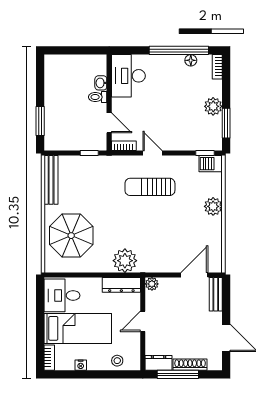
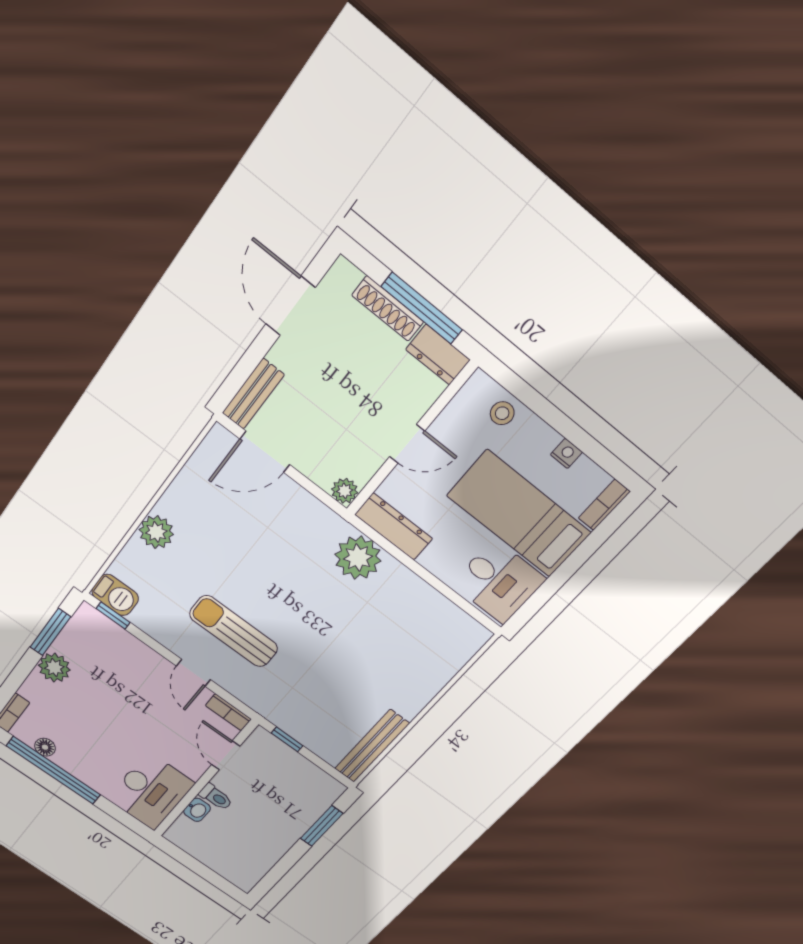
sun lounger: (150, 187) -> (234, 631), turned 180
parasol: (71, 236) -> (408, 654), removed

